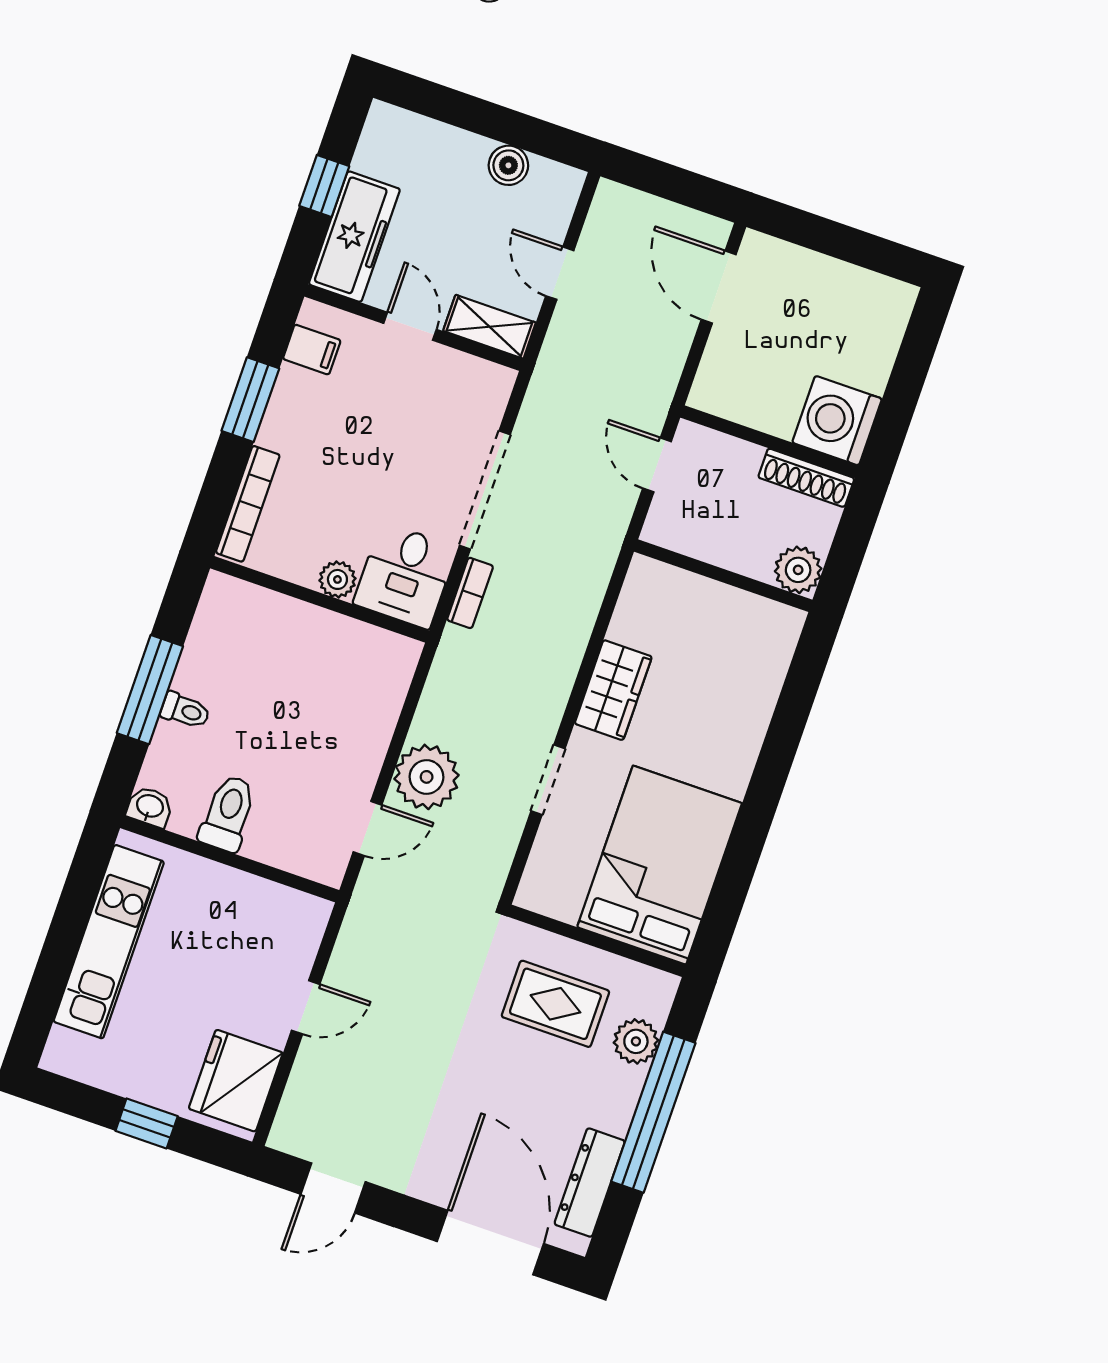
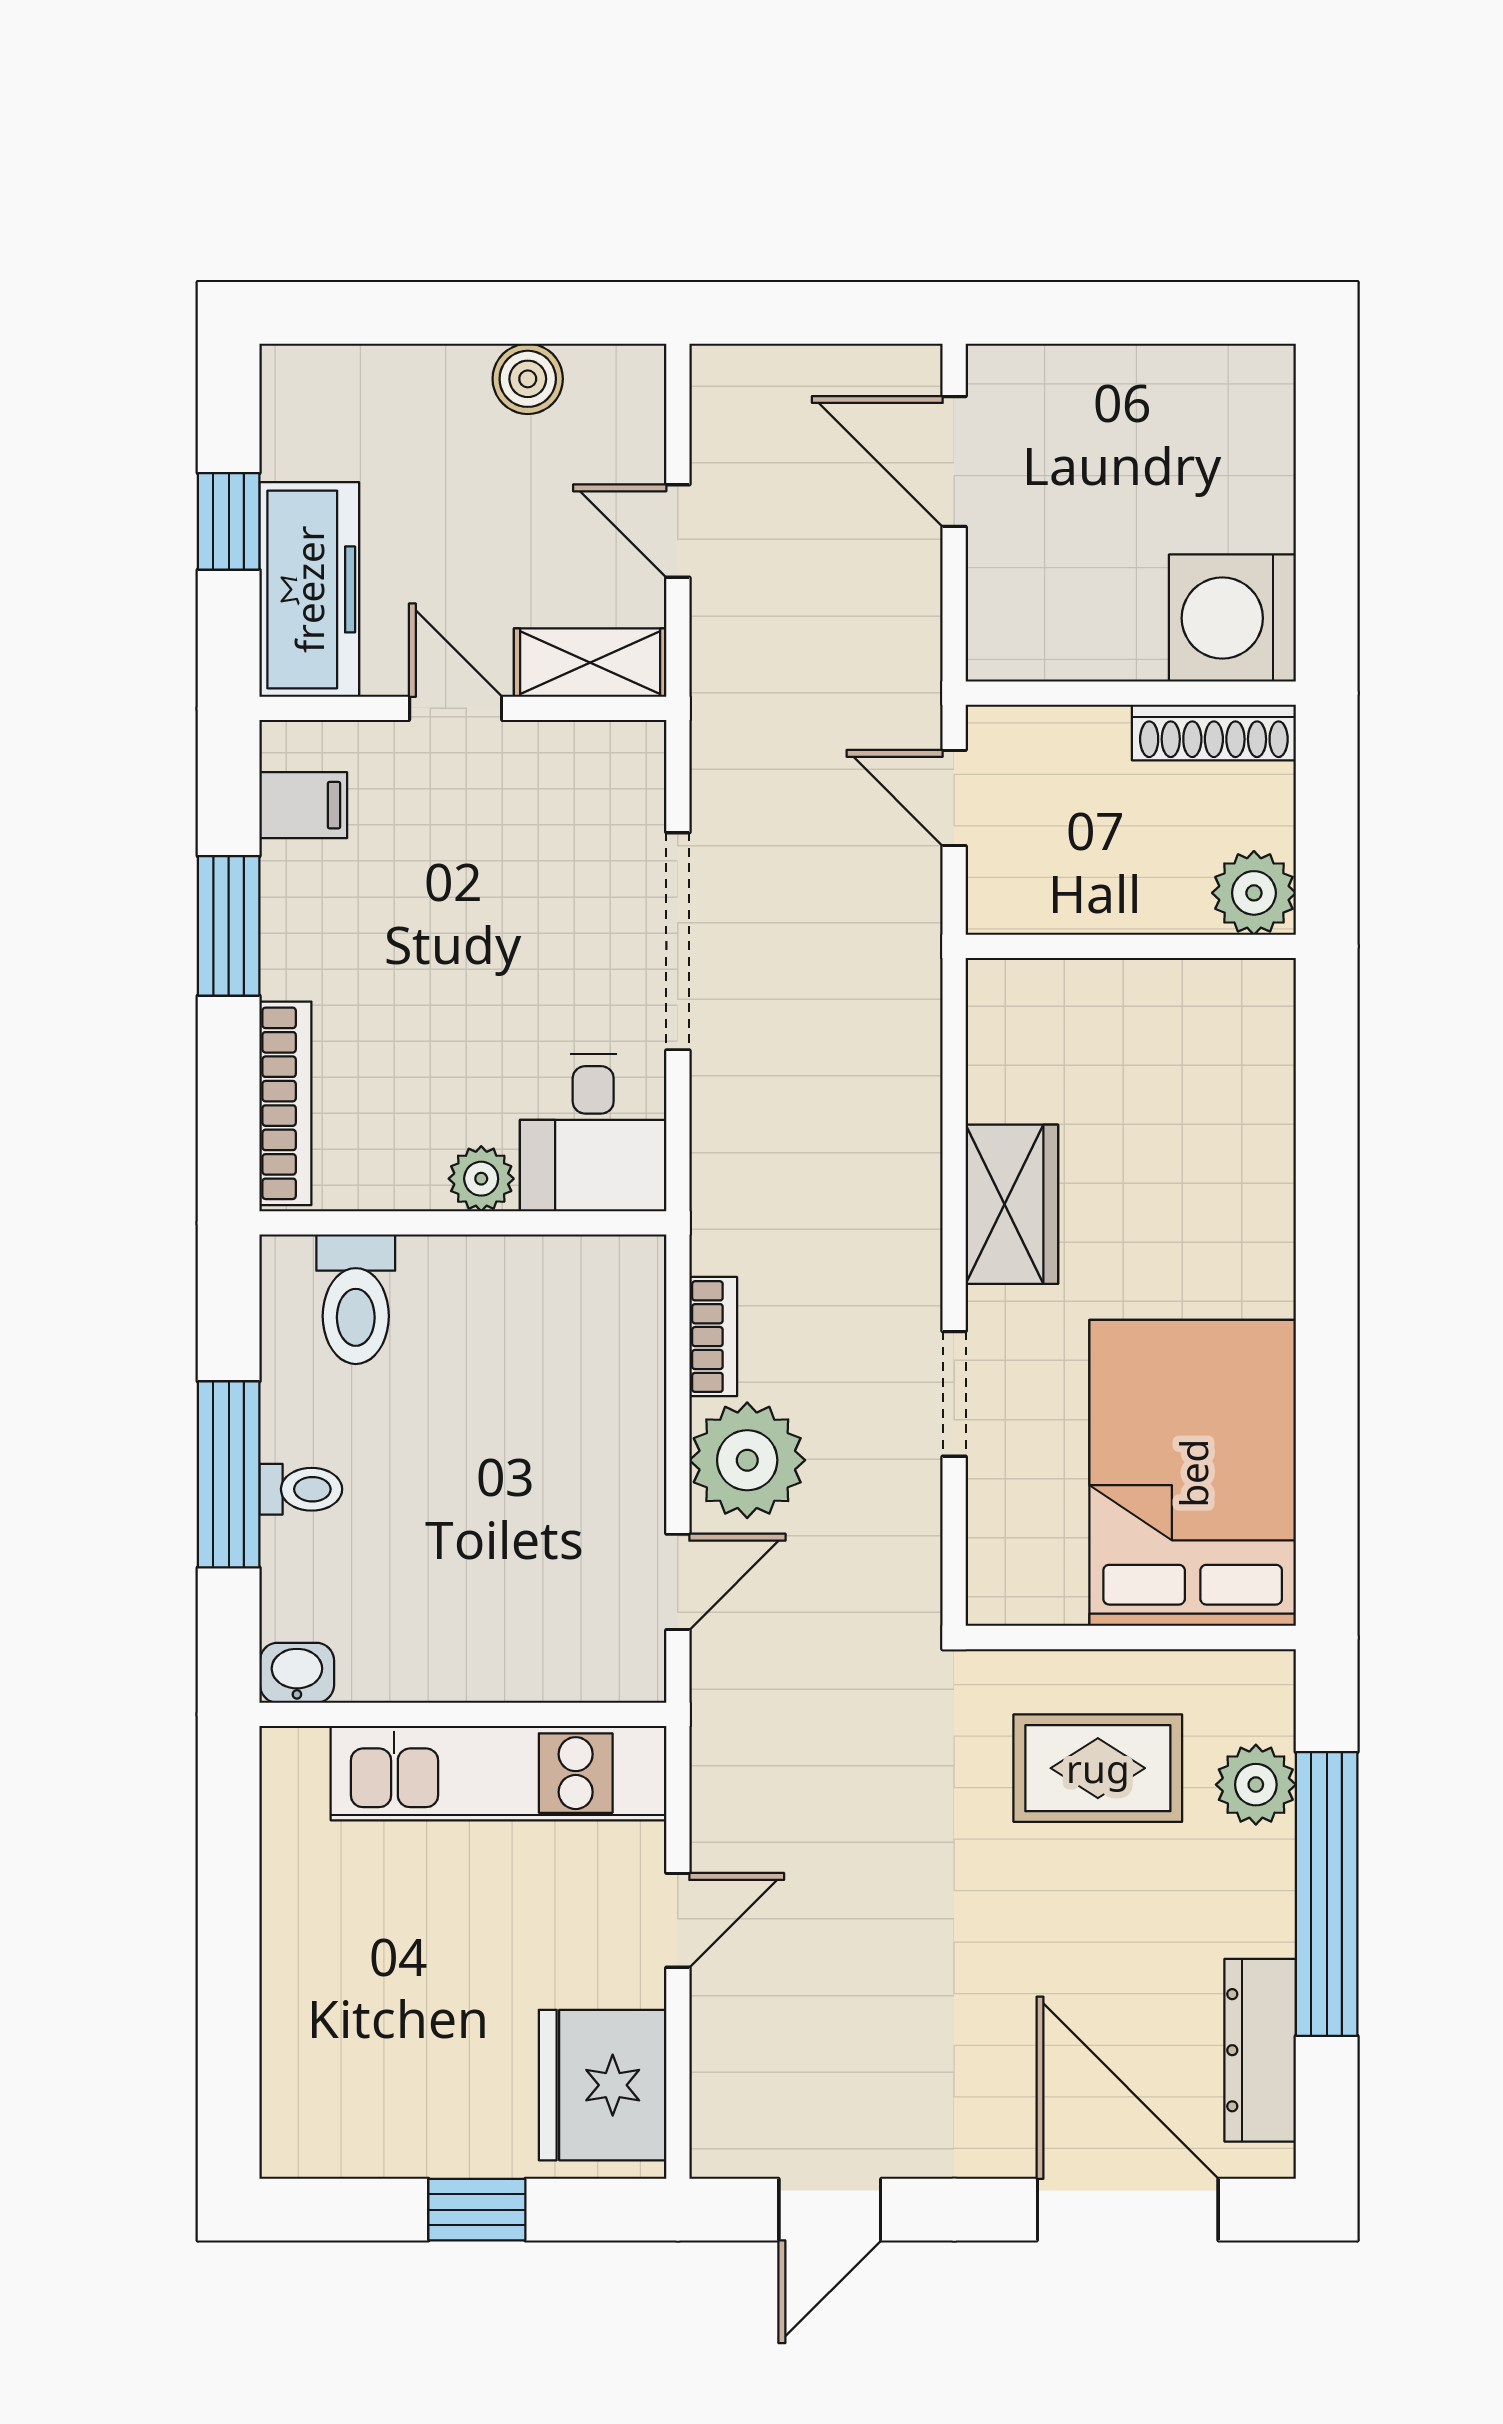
bookcase: (470, 593) -> (713, 1337), moved
toilet: (228, 813) -> (356, 1299), moved, turned 180
kitchen unit: (109, 942) -> (499, 1773), moved, turned 90

